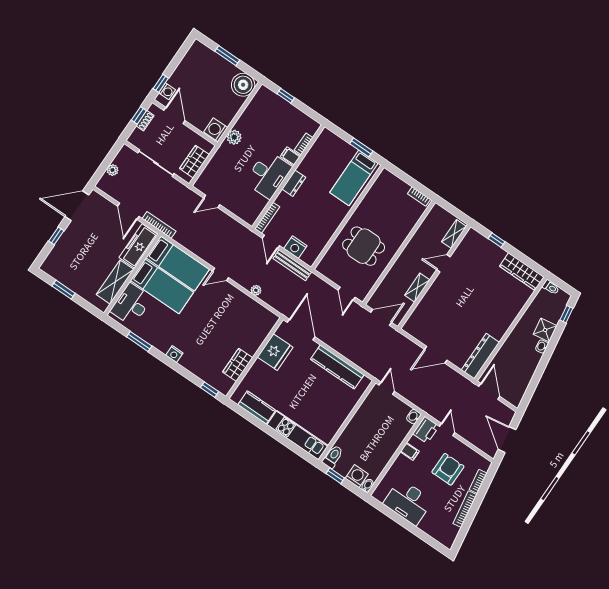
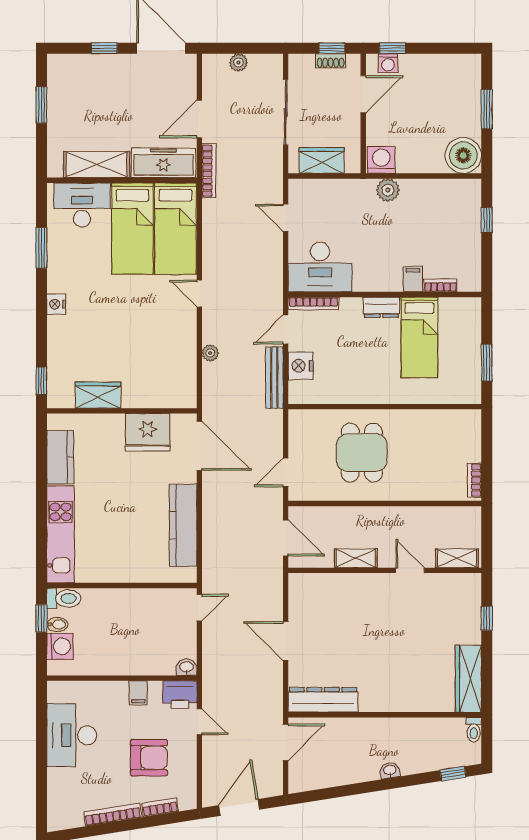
desk: (268, 175) -> (320, 267), moved
bed: (354, 178) -> (419, 338), moved, turned -90
door: (301, 330) -> (199, 446), hinge flipped
shower: (545, 330) -> (414, 760), removed
door: (447, 430) -> (199, 722), hinge flipped
bidet: (367, 485) -> (57, 624), moved

